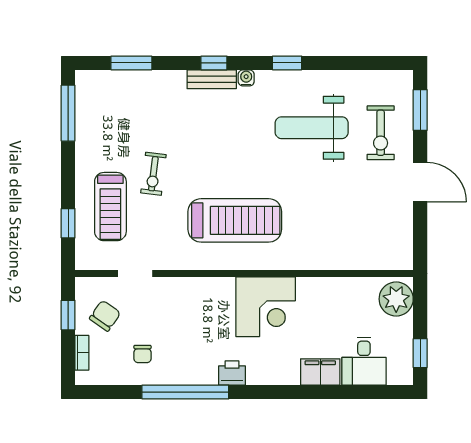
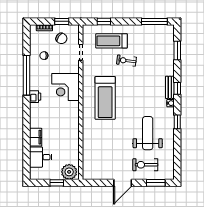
corner desk: (266, 307) -> (66, 87), moved
window: (420, 353) -> (57, 183), moved

